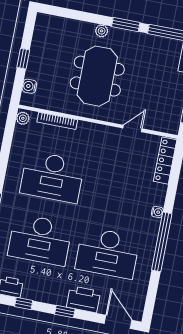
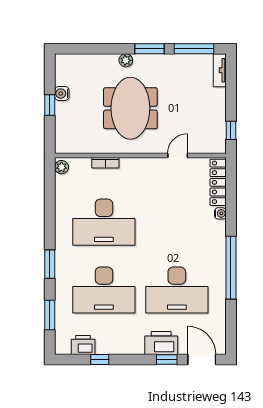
water cooler: (29, 86) -> (62, 94), moved
bookcase: (57, 121) -> (105, 163), width x0.64
water cooler: (157, 212) -> (220, 213), moved
window: (65, 312) -> (167, 360), moved

